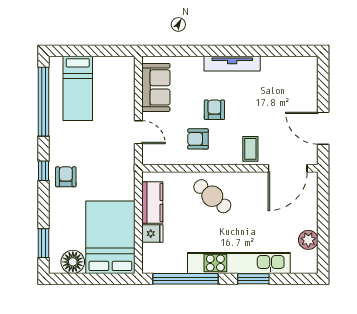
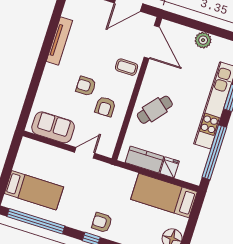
tv unit: (232, 64) -> (59, 41), moved
bed: (110, 237) -> (164, 195), width x0.67
plant: (308, 240) -> (203, 40), moved

